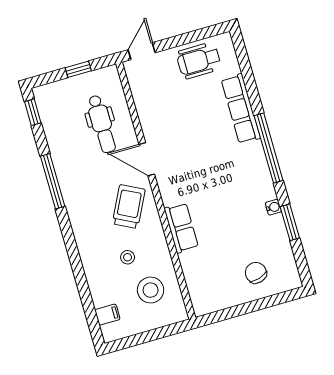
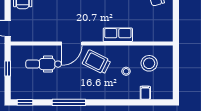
dental chair: (102, 124) -> (44, 64), turned 180
filing cabinet: (107, 315) -> (145, 93), moved

